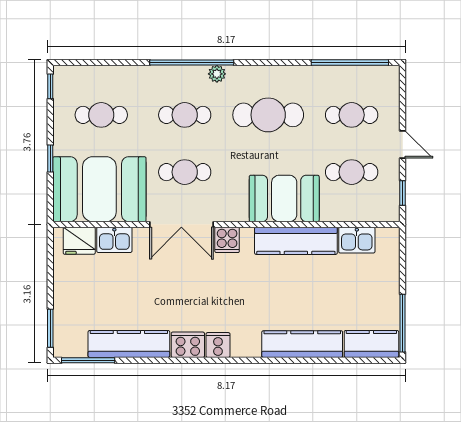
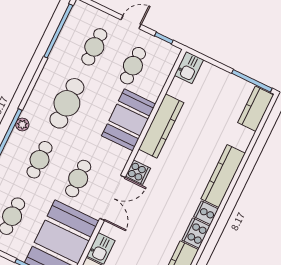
kitchen sink: (357, 240) -> (189, 67), moved
kitchen counter: (302, 344) -> (223, 176), moved

